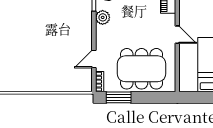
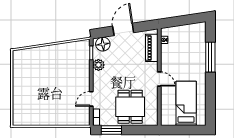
dining table: (142, 69) -> (130, 107), width x0.73

